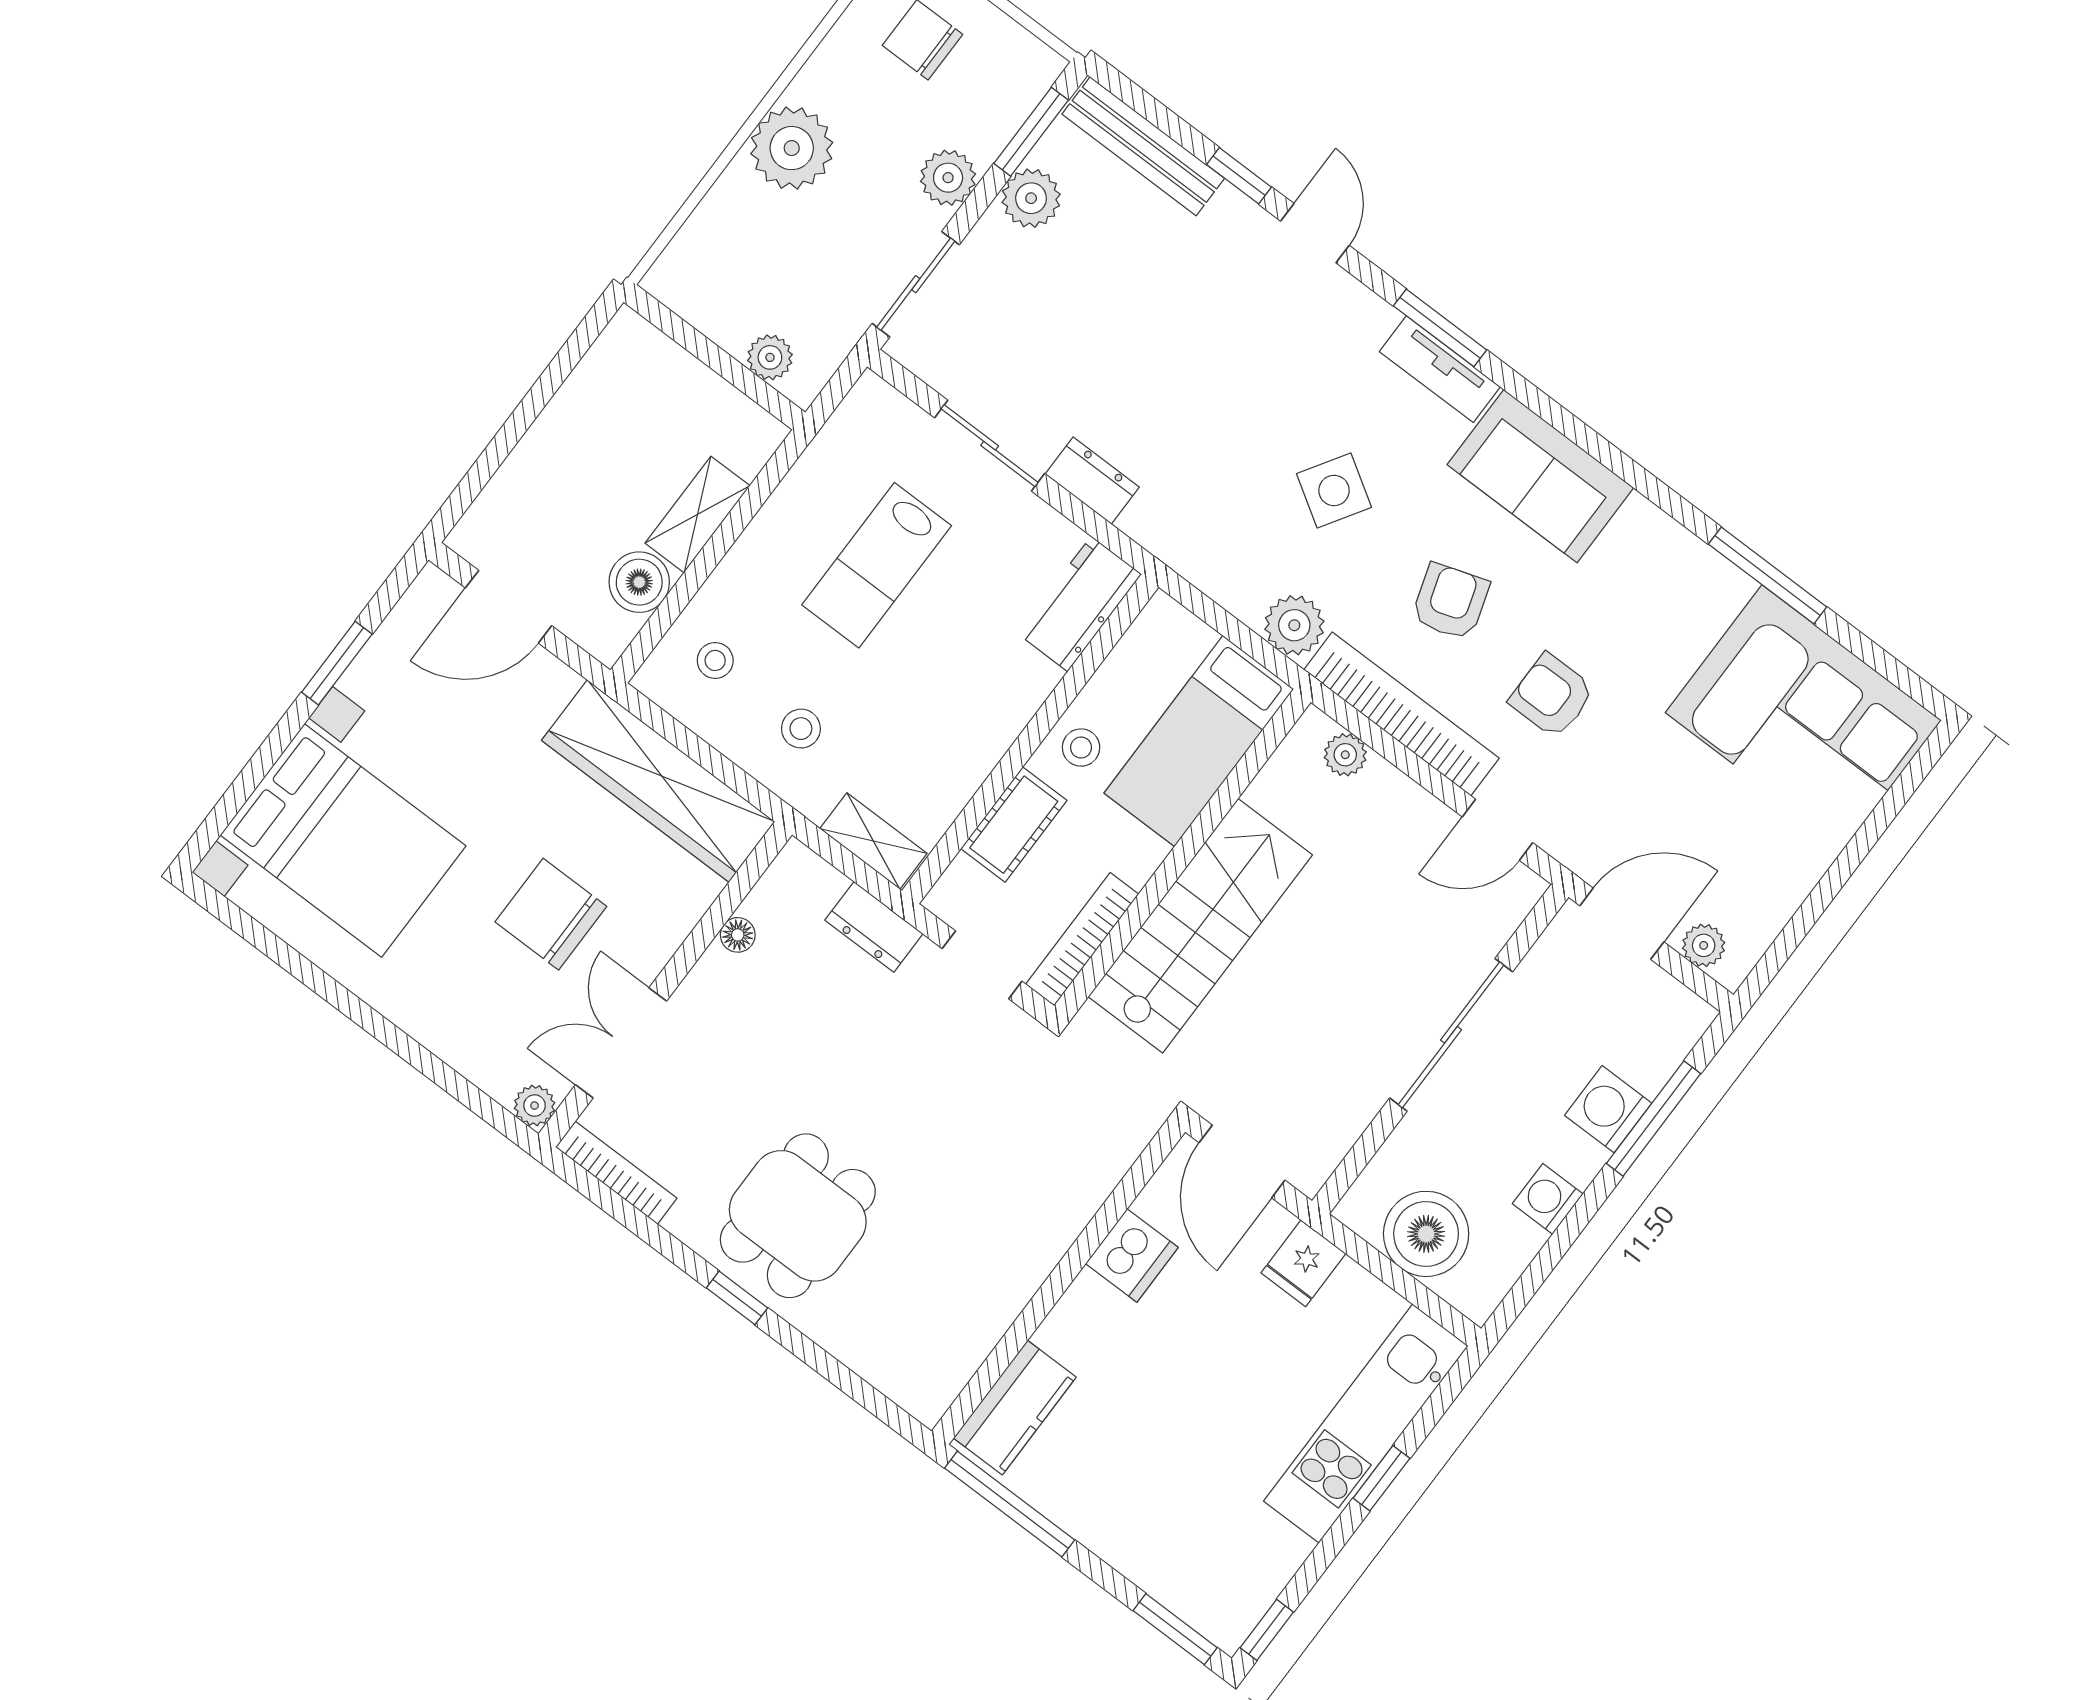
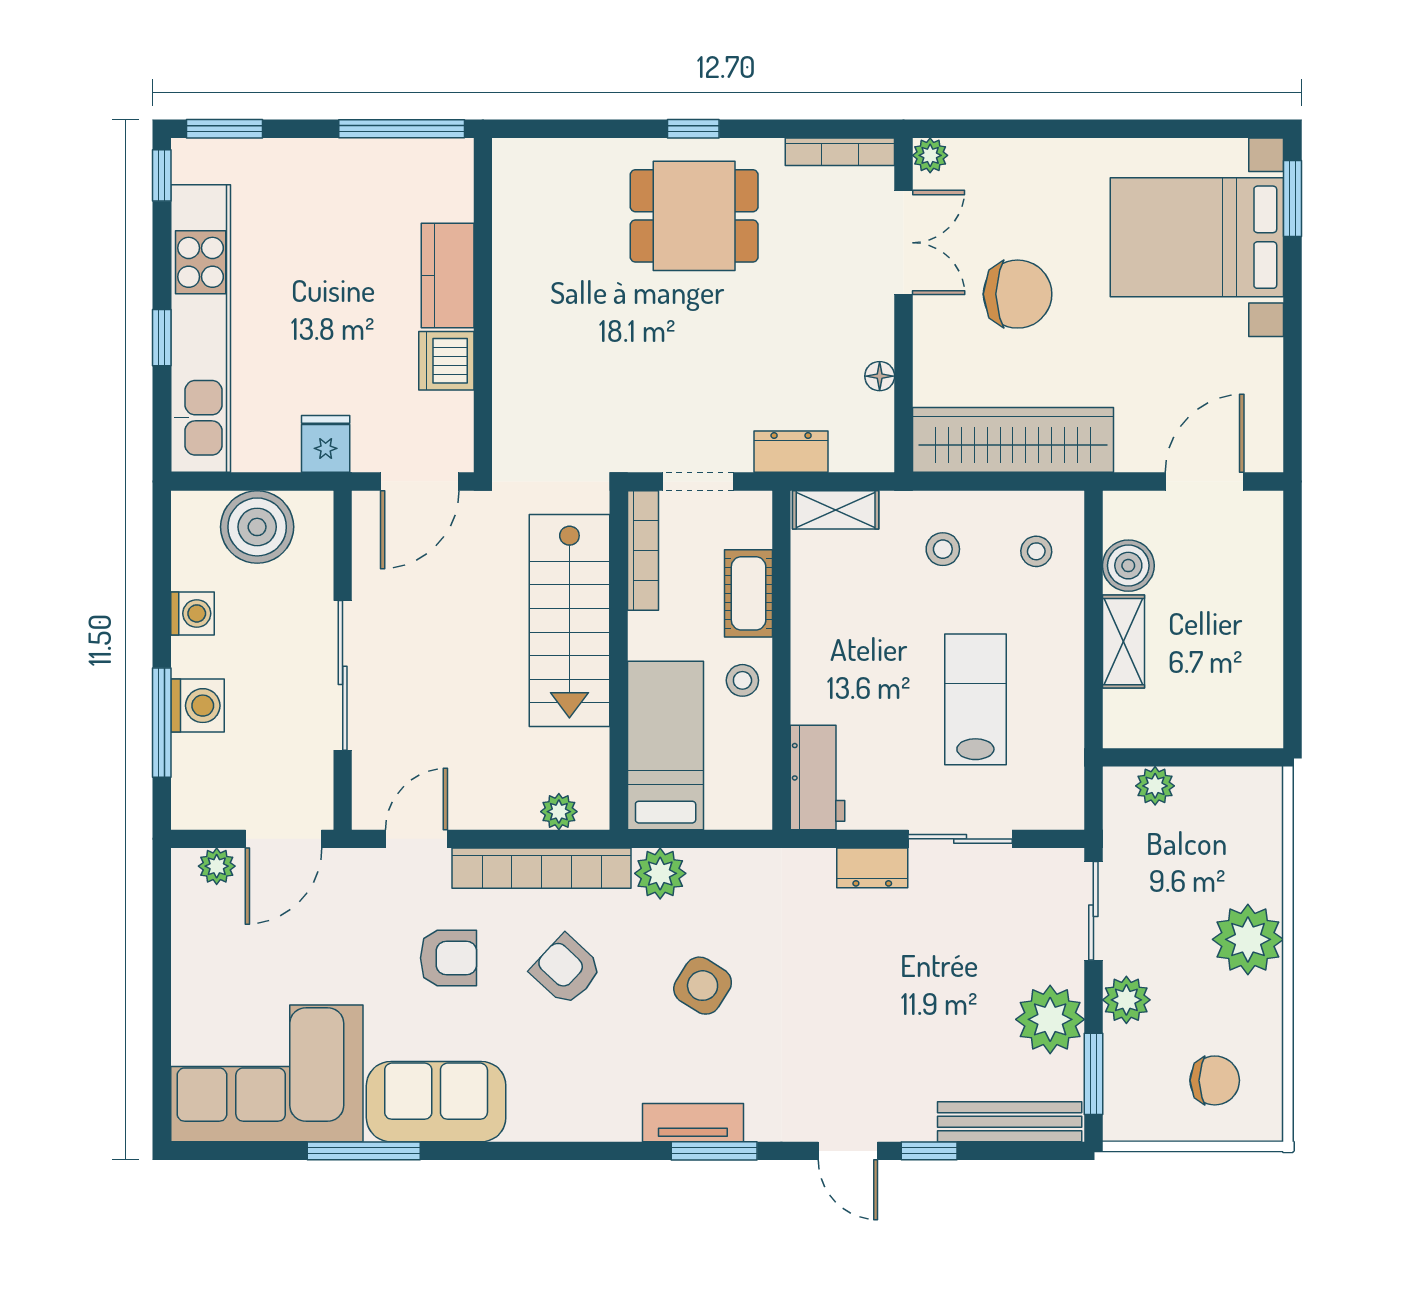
plant: (1031, 198) -> (1050, 1019), width x1.36, depth x1.36
sofa: (1540, 476) -> (436, 1102), moved
armchair: (1450, 602) -> (566, 970), turned 151
window: (337, 663) -> (1292, 198), moved
door: (1242, 1161) -> (420, 482), swing flipped
dining table: (798, 1216) -> (694, 216), turned 90
kitchen counter: (1015, 1408) -> (448, 275), moved
kitchen unit: (1366, 1423) -> (201, 329), width x1.36

